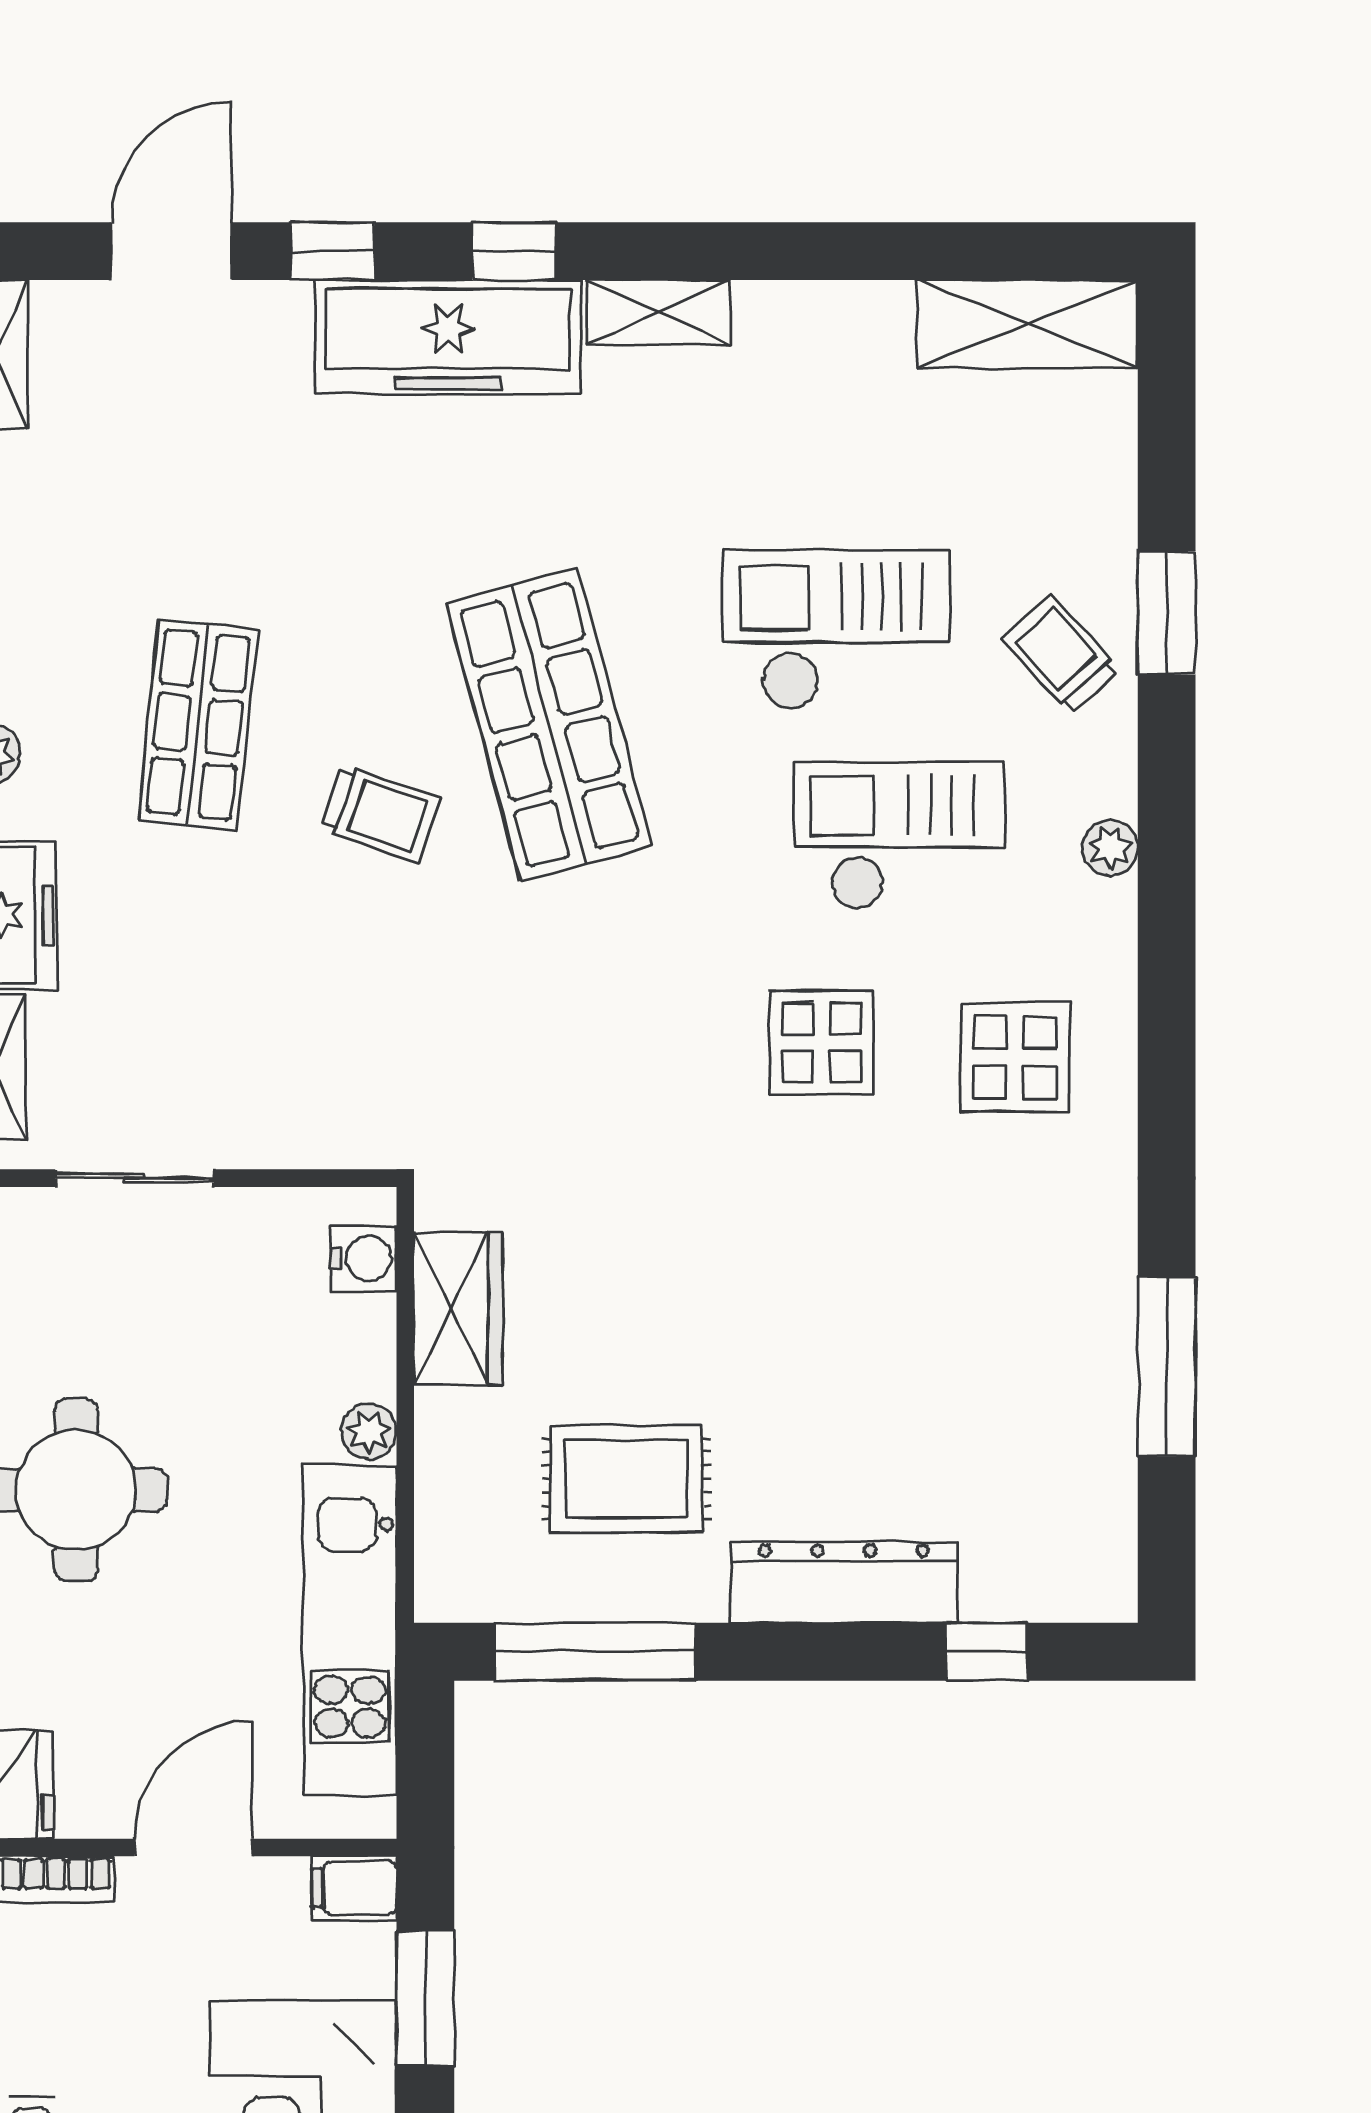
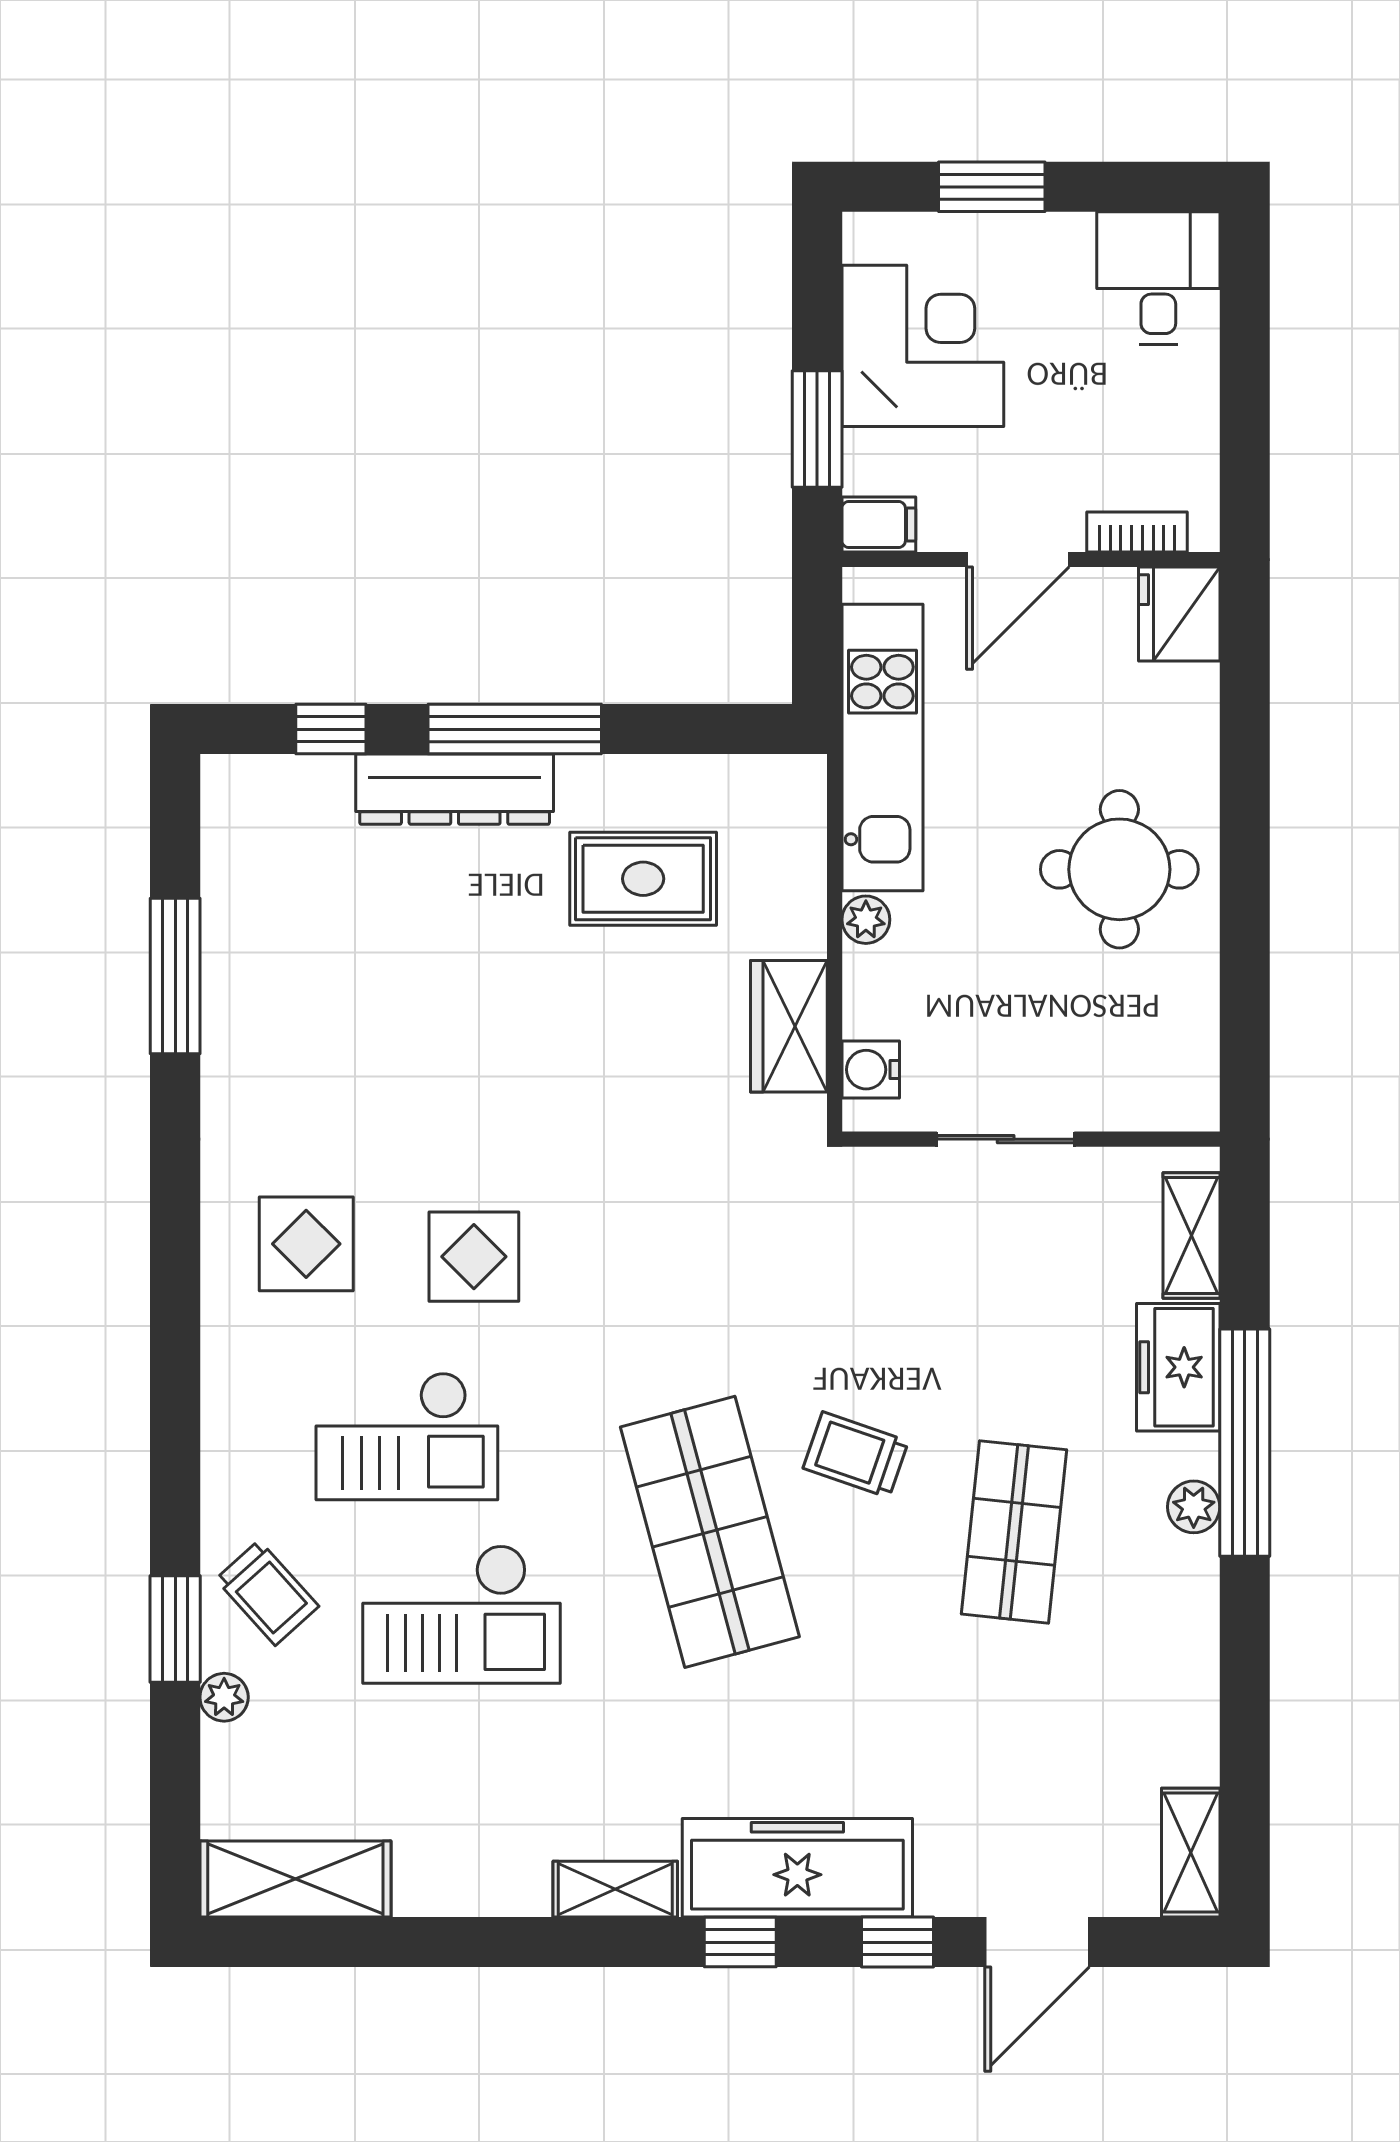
plant: (1110, 848) -> (224, 1697), moved
sliding door: (134, 1178) -> (1006, 1139), moved
window: (596, 1652) -> (515, 729), moved

